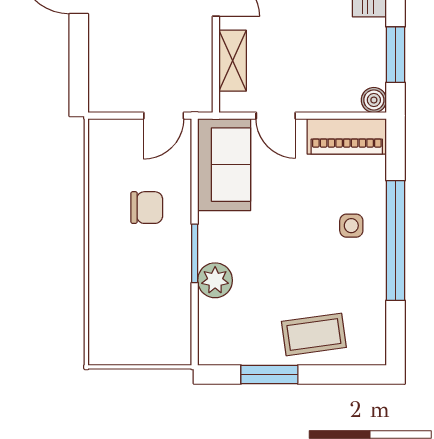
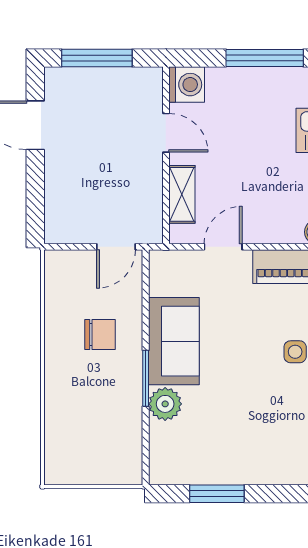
door: (276, 116) -> (223, 247), swing flipped
sofa: (224, 165) -> (174, 341), moved
coffee table: (314, 334) -> (259, 456), removed

